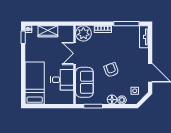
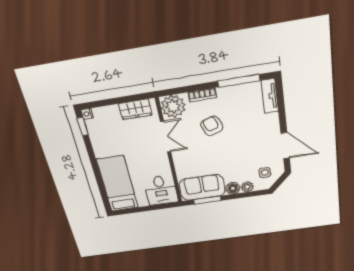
wardrobe: (48, 31) -> (135, 109), moved
double door: (74, 53) -> (166, 137), swing flipped
armchair: (111, 70) -> (212, 126), moved
desk: (62, 80) -> (161, 190), moved, turned 90
sofa: (84, 82) -> (202, 187), moved, turned -90

